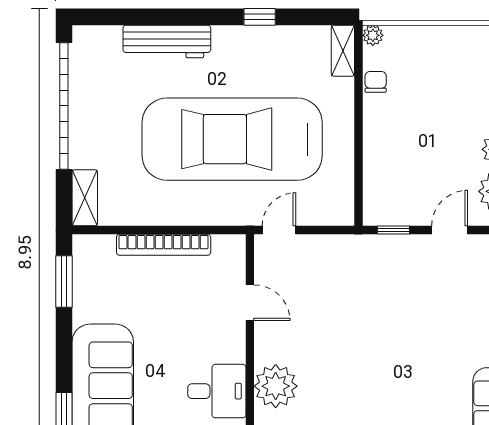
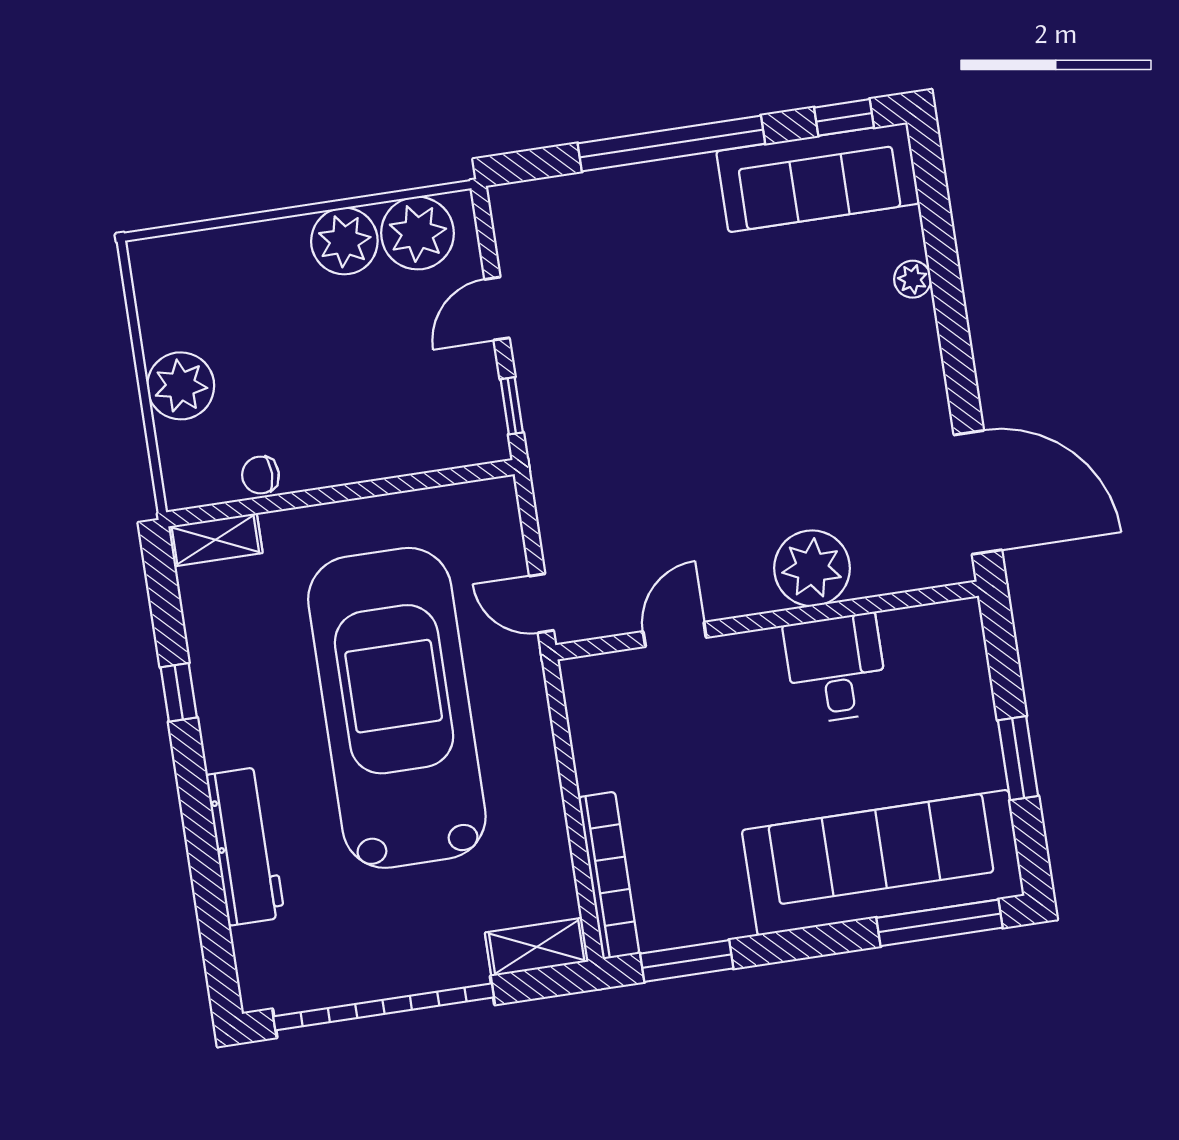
plant: (373, 35) -> (181, 386), moved, width x1.88, depth x1.88
car: (232, 139) -> (397, 708), turned 180
door: (450, 230) -> (497, 309), hinge flipped
bookcase: (164, 245) -> (609, 876), moved

